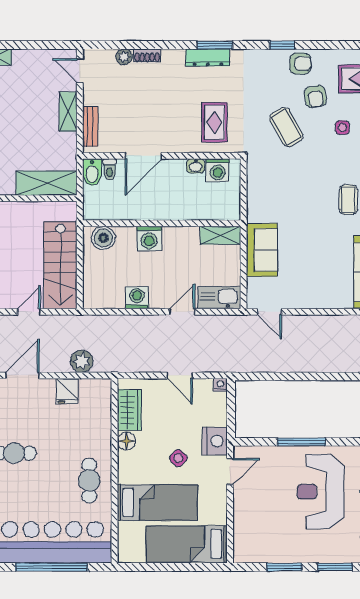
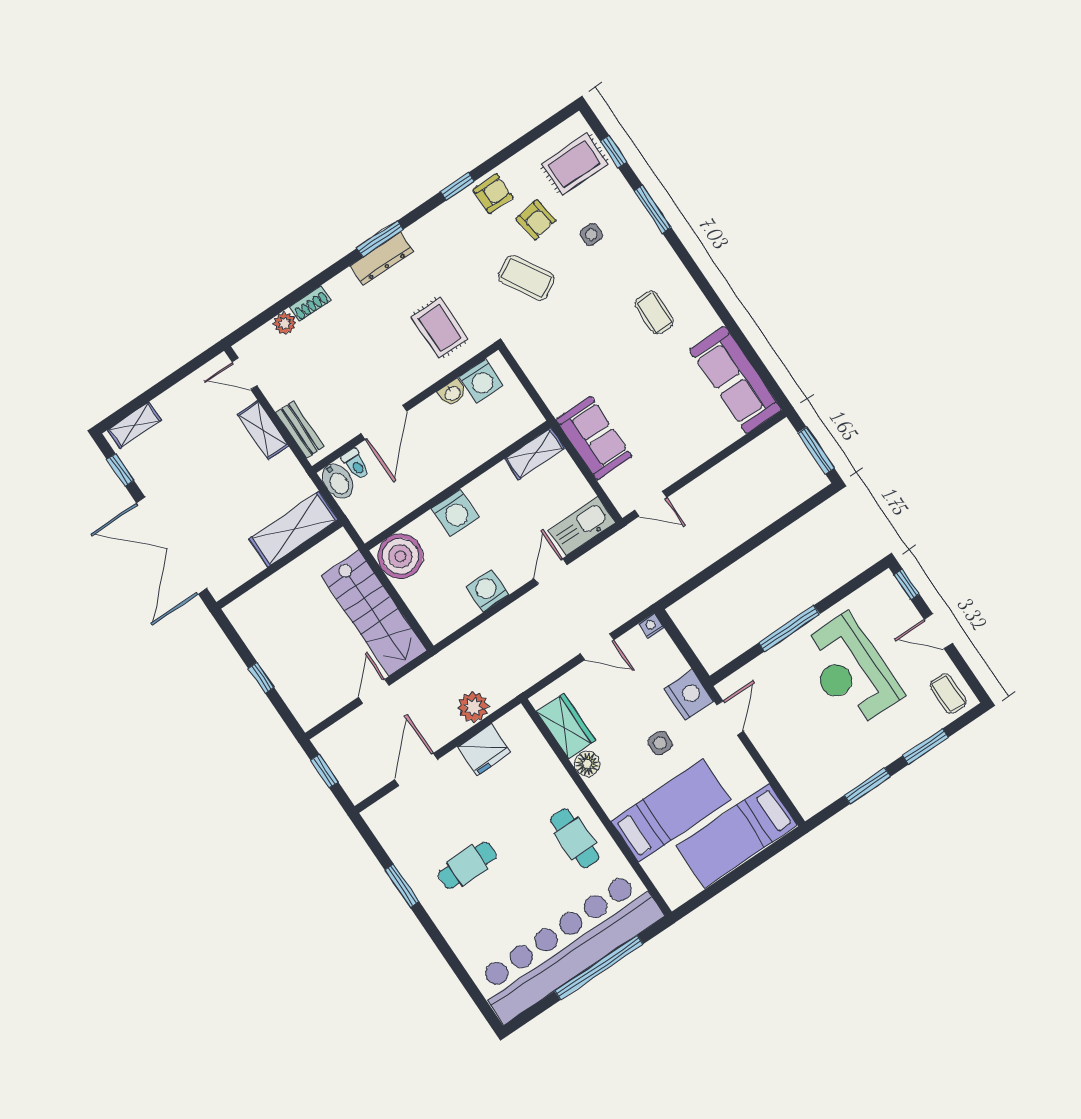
boiler: (103, 238) -> (400, 556), width x1.37, depth x1.37
fridge: (67, 391) -> (484, 749), width x1.38
side table: (178, 458) -> (660, 743), turned 45

